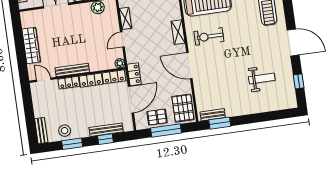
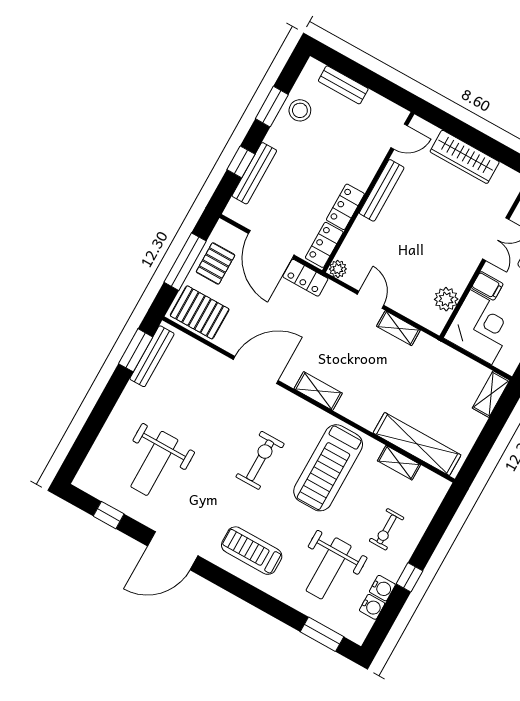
exercise bike: (209, 36) -> (260, 460), moved
weight bench: (262, 79) -> (154, 463), width x1.36, depth x1.33
locker: (69, 83) -> (367, 171), removed
bench: (213, 115) -> (152, 356), width x1.36
bench: (41, 131) -> (343, 85), moved

